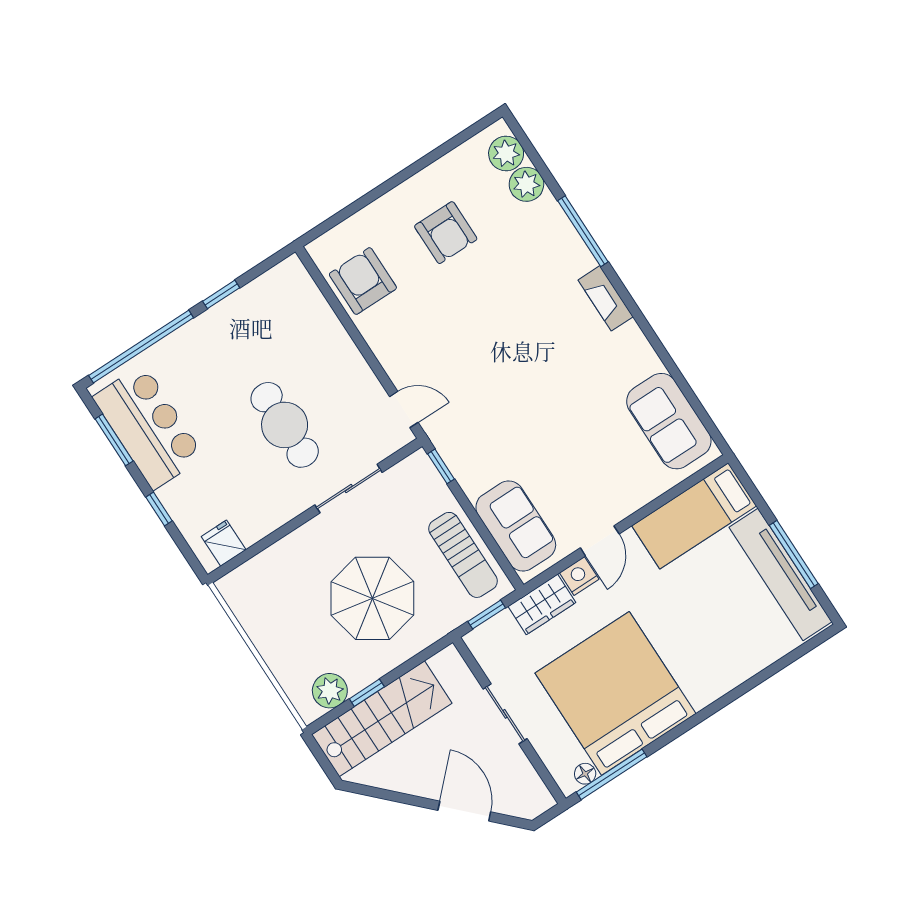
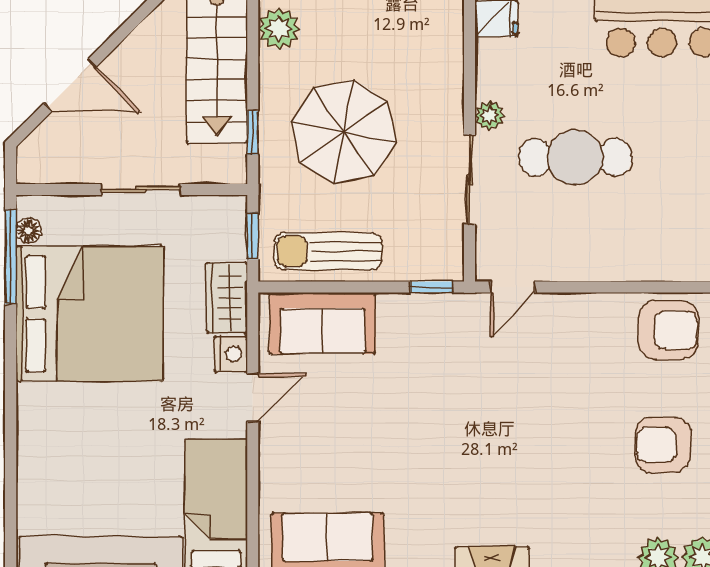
plant: (295, 504) -> (489, 115), added
door: (600, 541) -> (253, 398), swing flipped
window: (367, 693) -> (253, 133), moved

